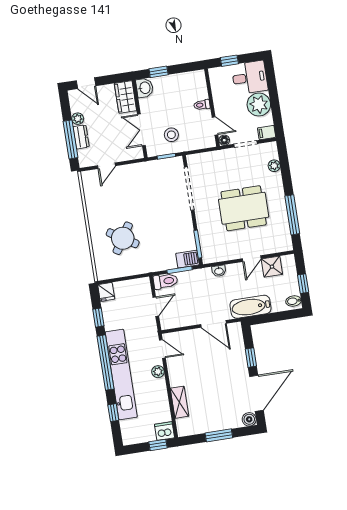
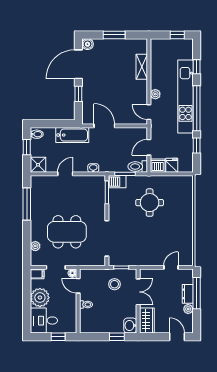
dining table: (244, 208) -> (67, 232), moved
round table: (123, 238) -> (150, 203), moved, turned -32
shower: (272, 267) -> (38, 165), moved
fridge: (106, 292) -> (172, 165), moved
dishwasher: (164, 431) -> (158, 166), moved, turned 180
window: (158, 445) -> (177, 35), moved

